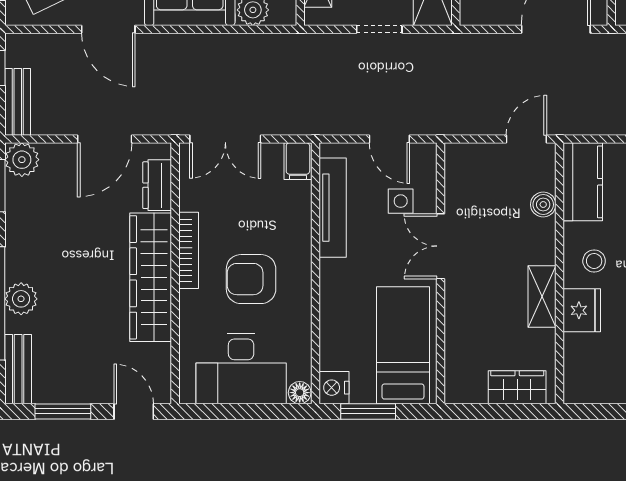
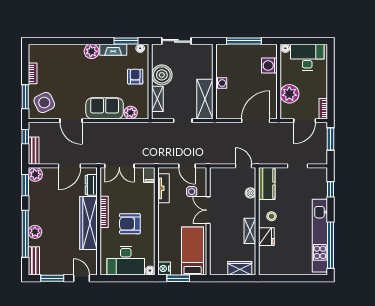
door: (526, 139) -> (244, 166), hinge flipped
tv unit: (333, 208) -> (164, 188), width x0.71

